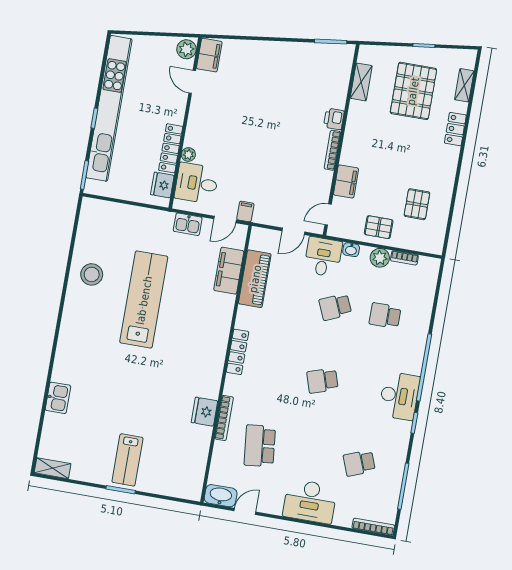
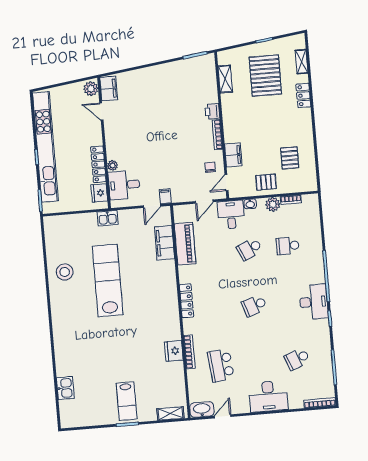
chair: (312, 190) -> (210, 167), added
kitchen sink: (188, 224) -> (108, 218), moved
kitchen sink: (58, 398) -> (65, 388), moved
shelving: (53, 468) -> (170, 413), moved

